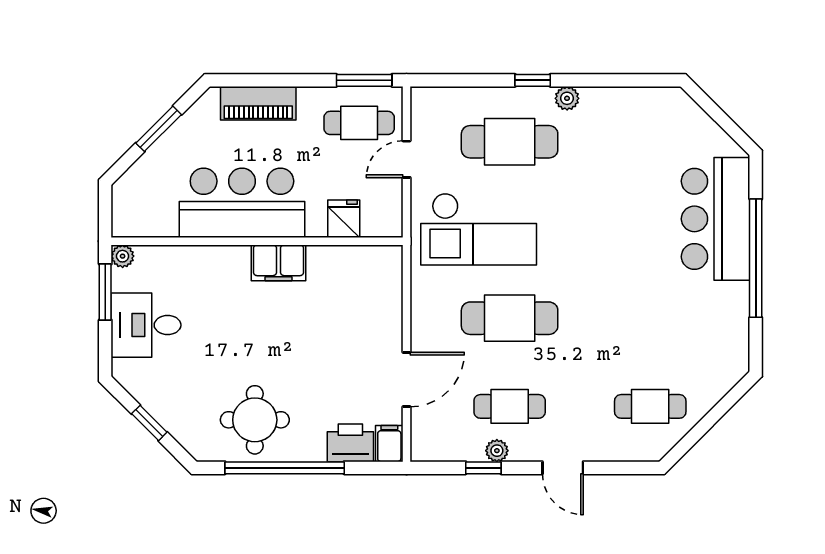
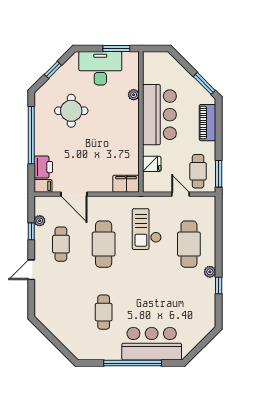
window: (533, 80) -> (219, 286), moved
window: (159, 129) -> (204, 83), moved
checkout: (479, 229) -> (147, 229), width x0.73, depth x0.83
plant: (123, 256) -> (134, 95), moved
filing cabinet: (279, 263) -> (126, 184), moved, turned 90
desk: (146, 325) -> (100, 68), width x1.37
cafe table: (650, 406) -> (104, 312), moved
round table: (255, 420) -> (71, 111), moved
plant: (497, 451) -> (40, 221), moved

